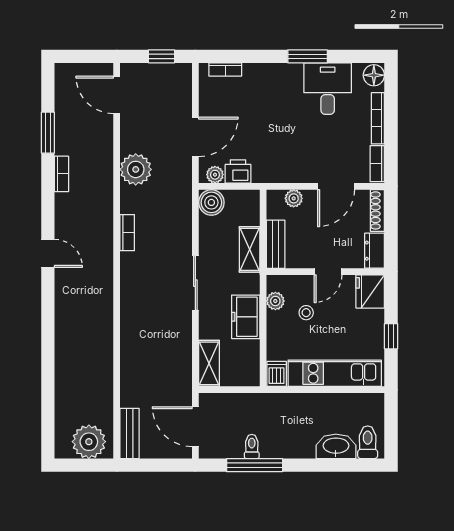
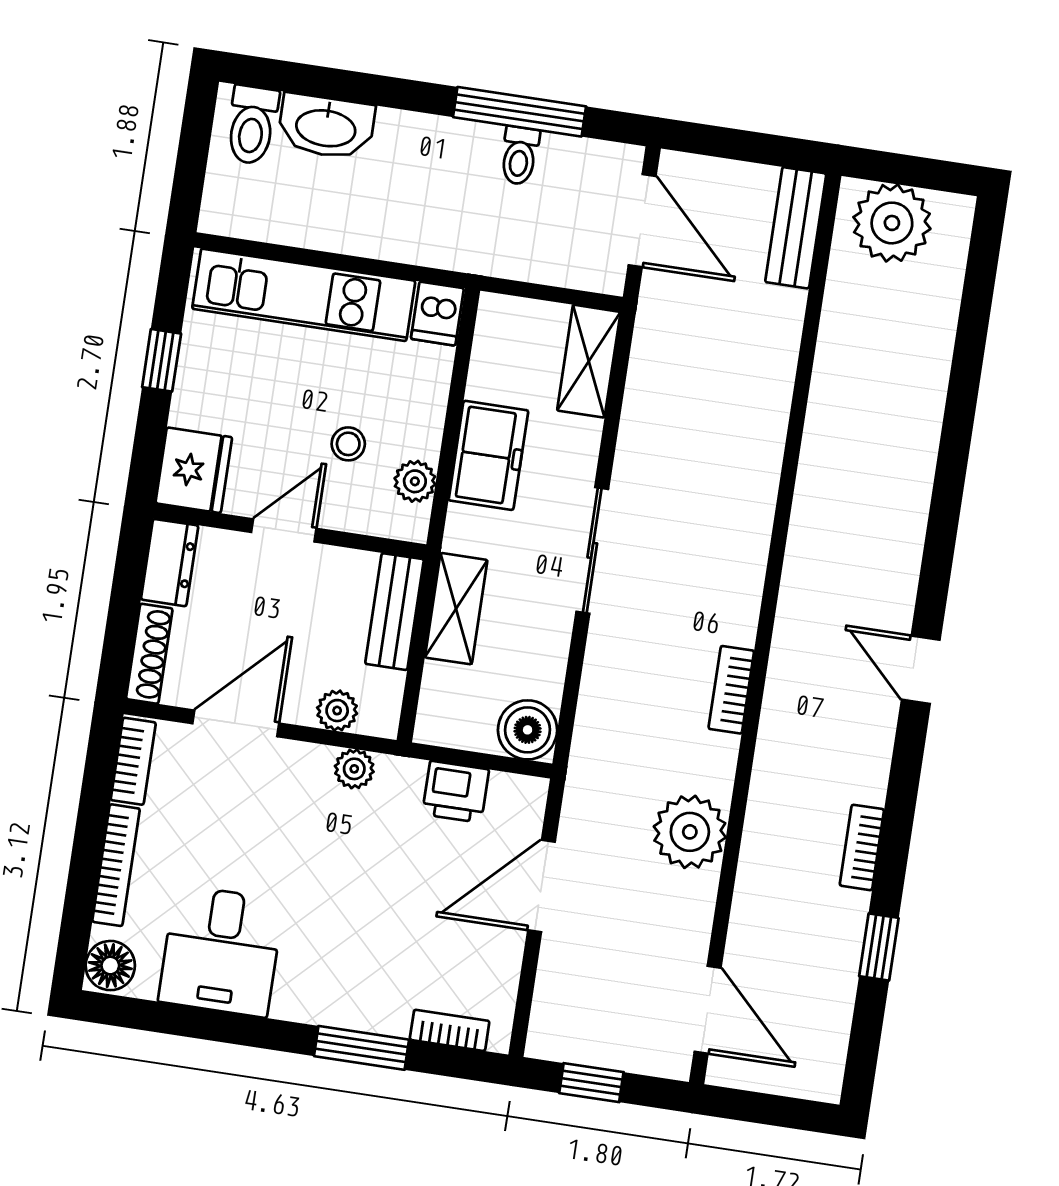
window: (308, 56) -> (362, 1048), moved
window: (48, 133) -> (879, 947), width x0.67
plant: (215, 175) -> (354, 769), moved

